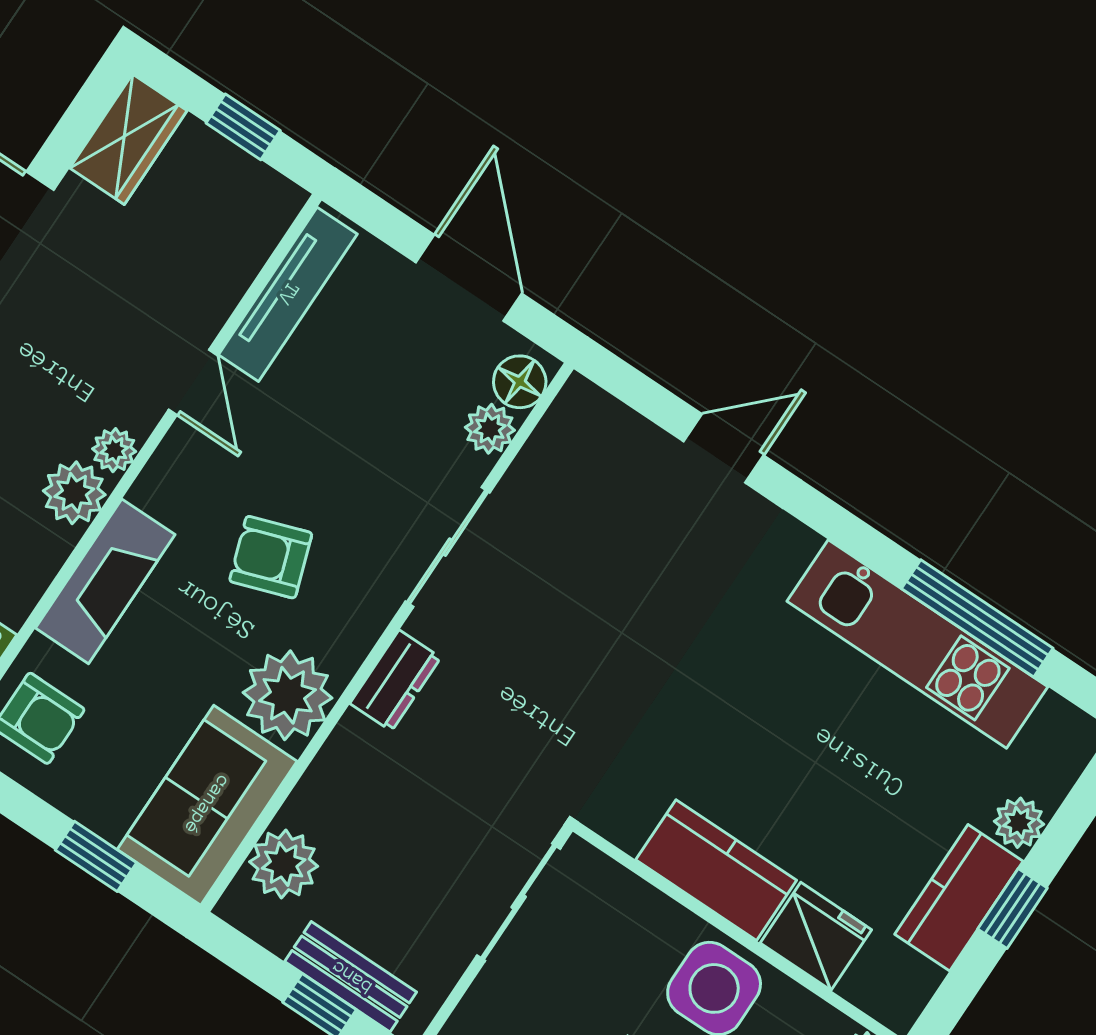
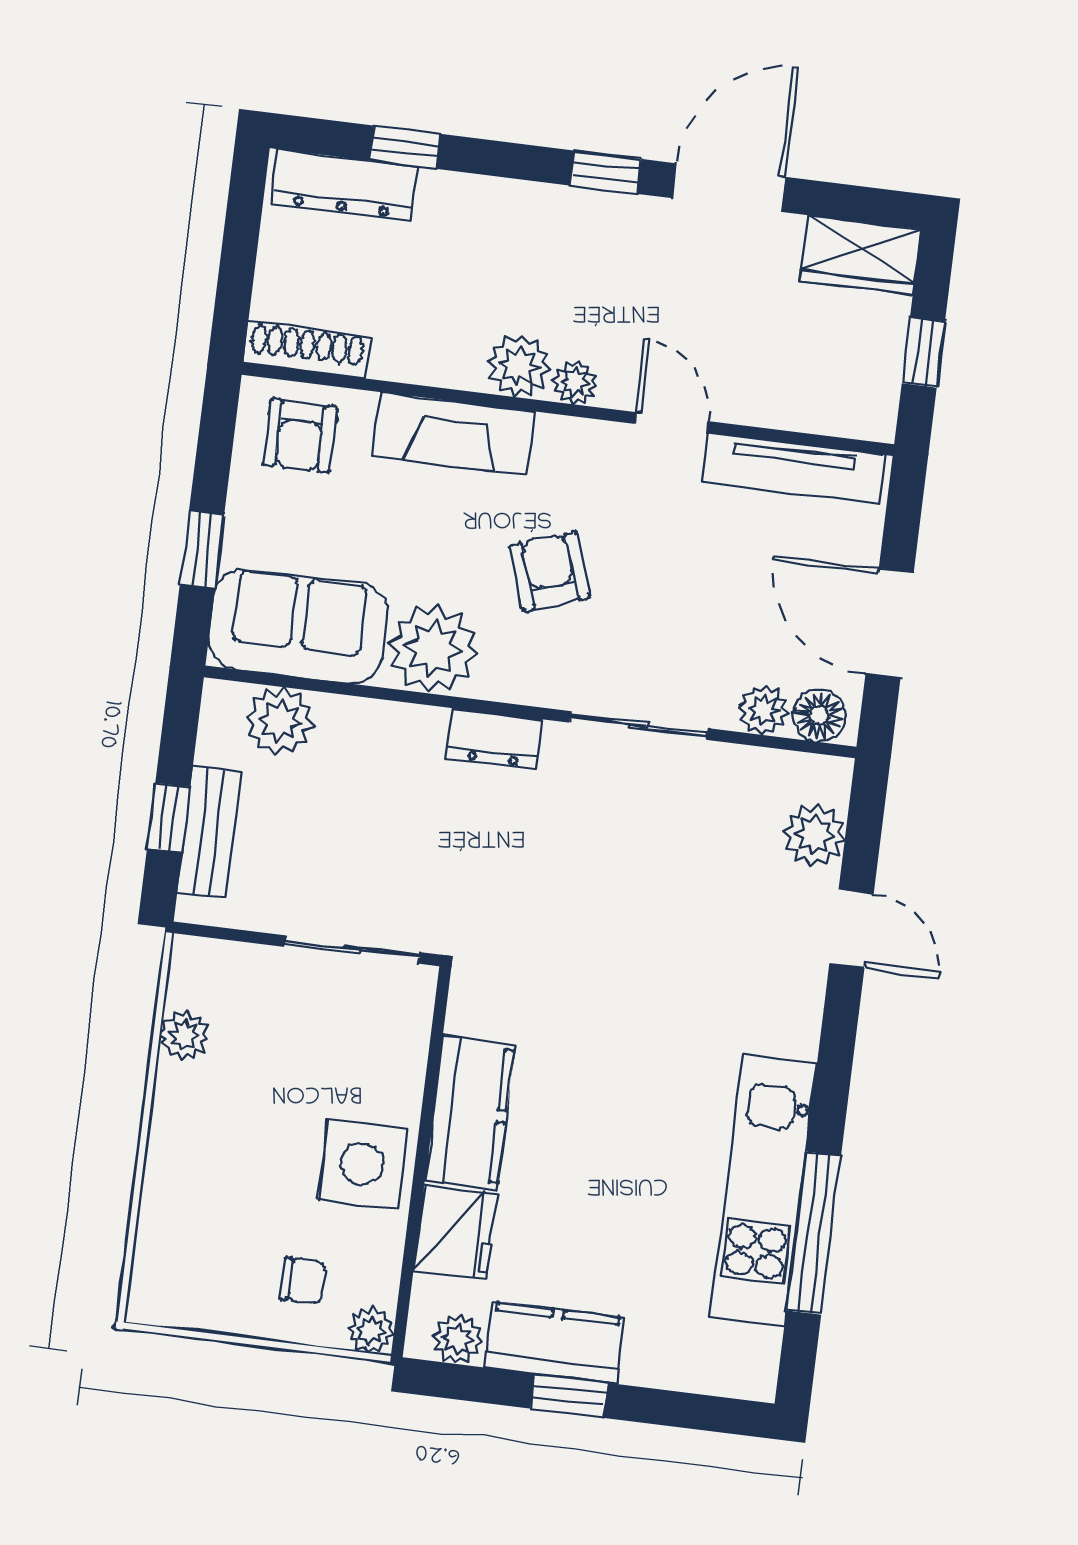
door: (469, 278) -> (890, 623), swing flipped
door: (193, 382) -> (671, 423), swing flipped
plant: (624, 440) -> (814, 835), added
plant: (1019, 823) -> (458, 1339), moved

